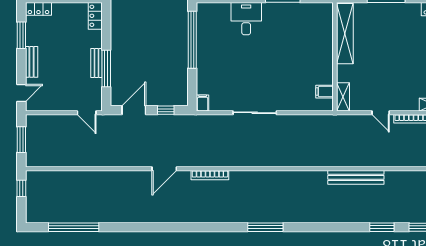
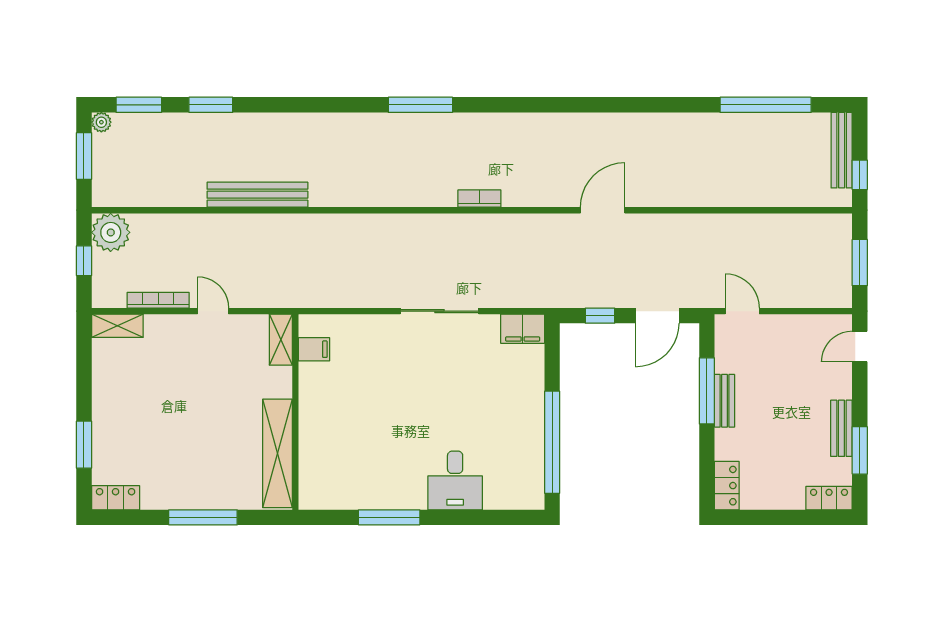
bench: (32, 62) -> (841, 428), moved
filing cabinet: (203, 103) -> (523, 329), width x2.00
bookcase: (210, 175) -> (479, 199), moved, width x0.64
bench: (31, 202) -> (842, 150), added

